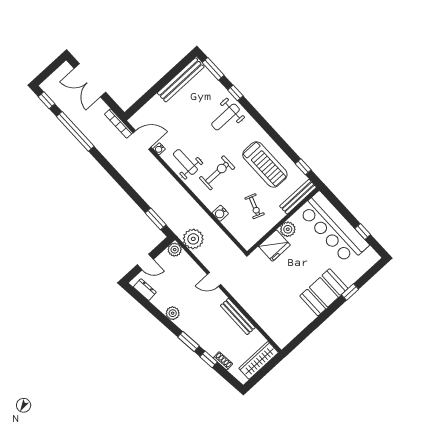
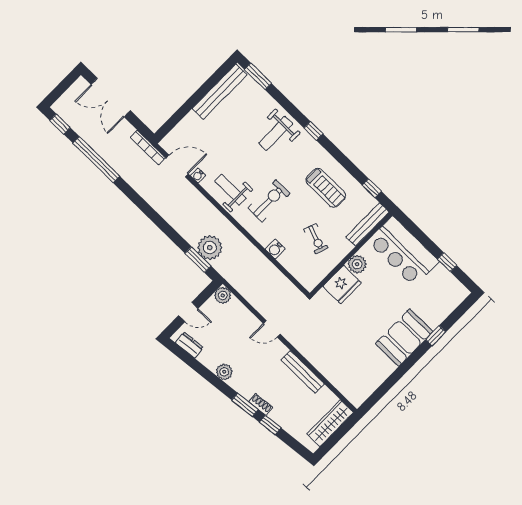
window: (235, 93) -> (313, 131), moved
treadmill: (265, 164) -> (326, 188), width x0.73, depth x0.73
bar counter: (333, 228) -> (403, 251), width x0.73
plant: (193, 239) -> (210, 248), moved
shoe rack: (223, 361) -> (261, 405), moved

